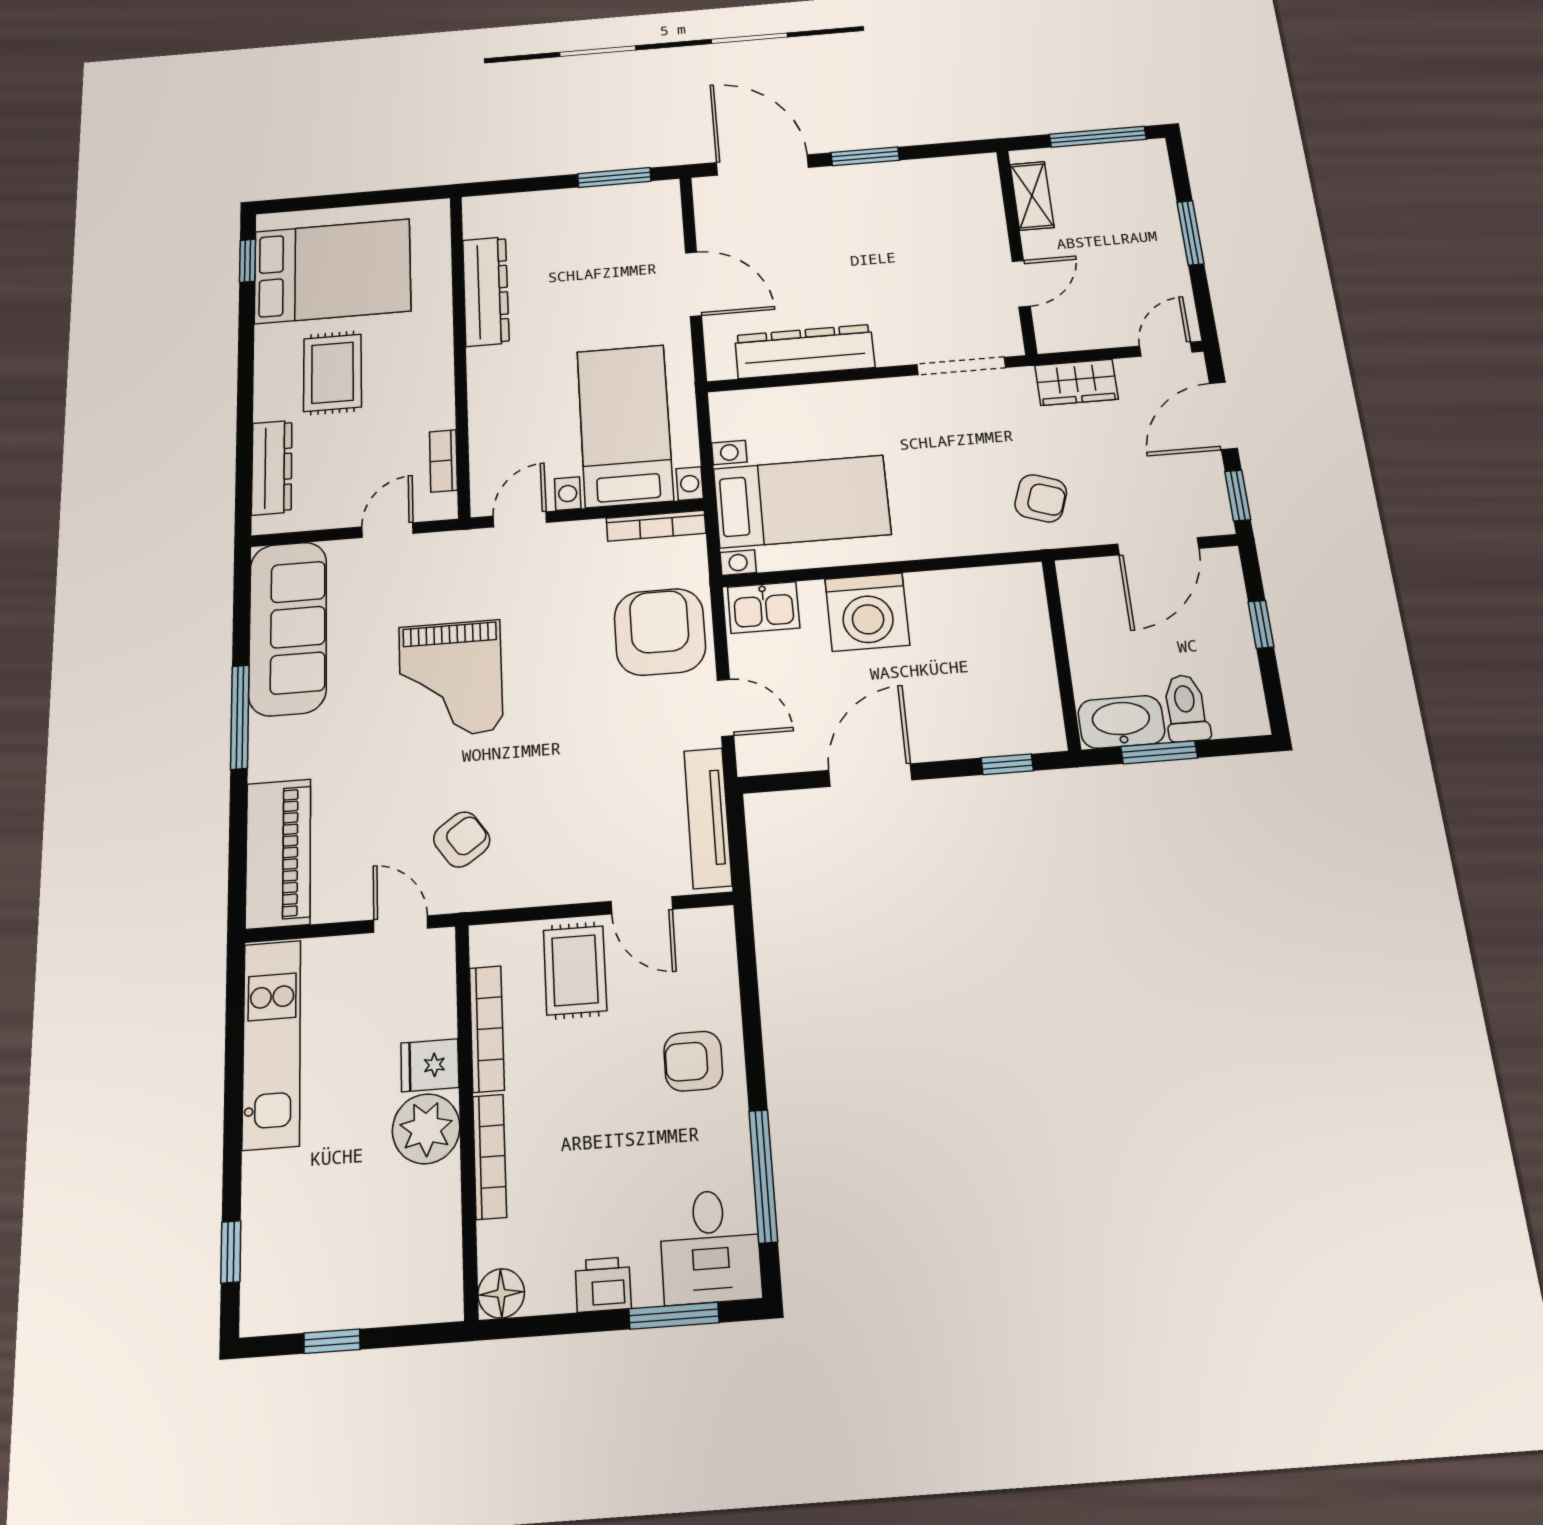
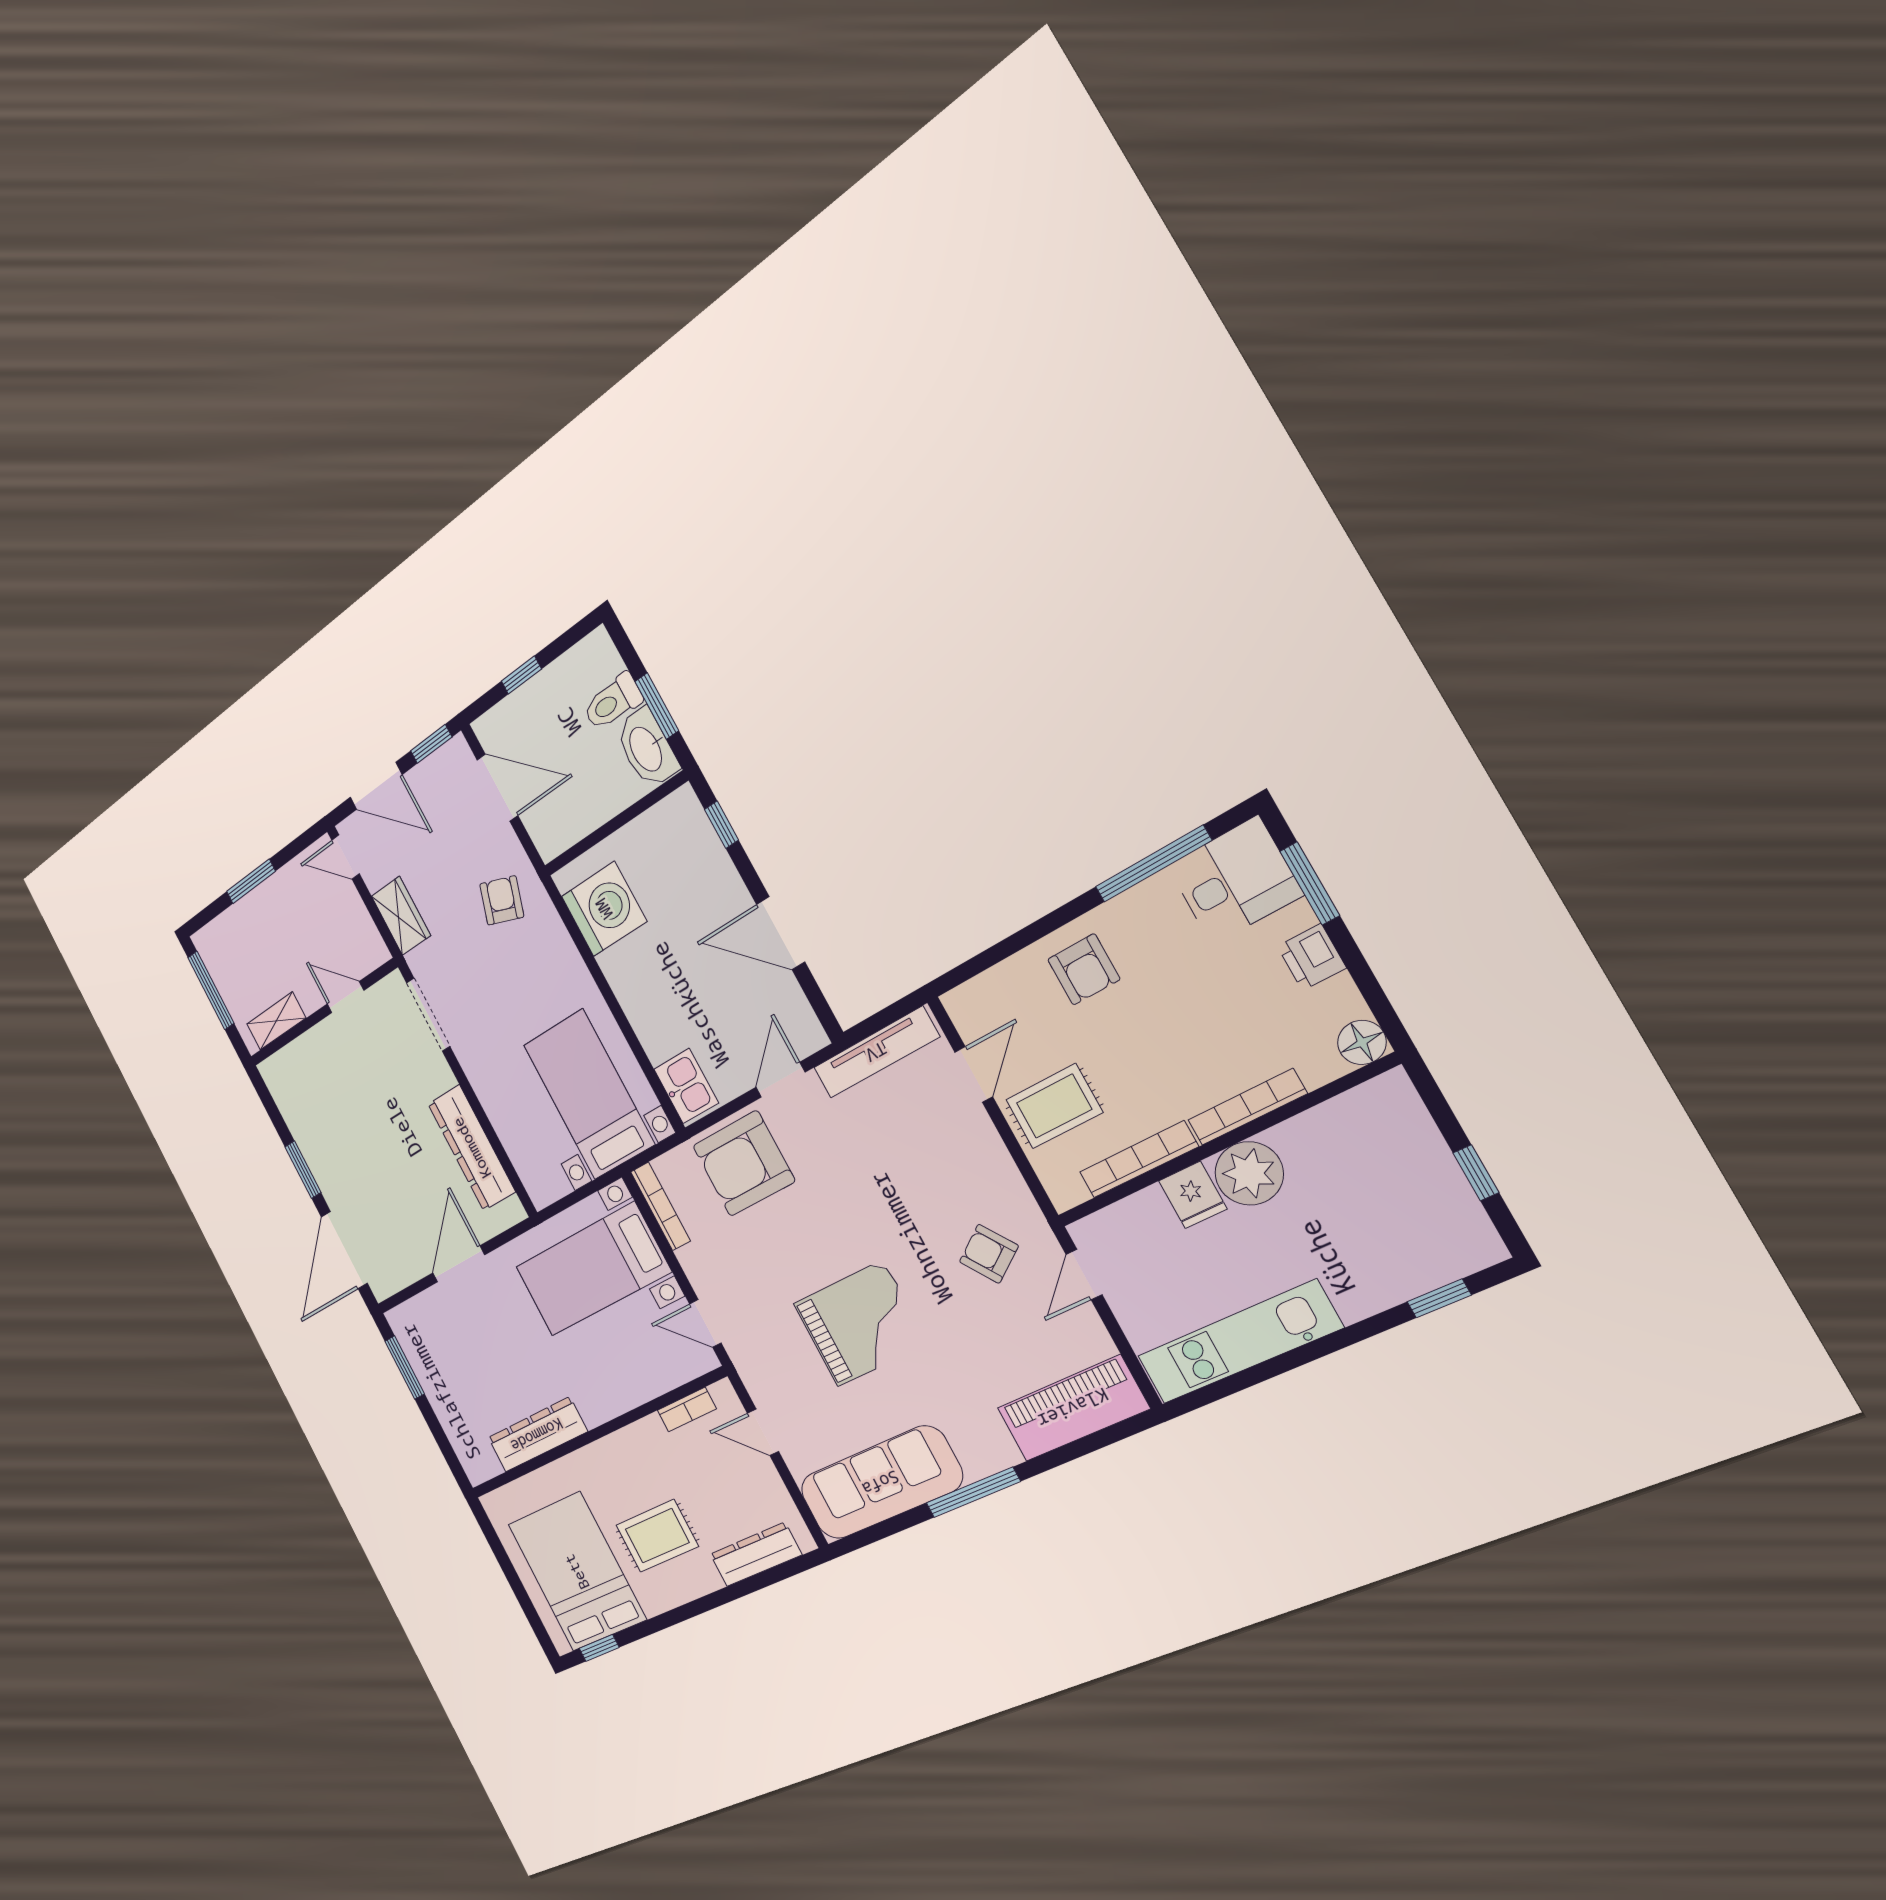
washing machine: (867, 612) -> (604, 909), moved

